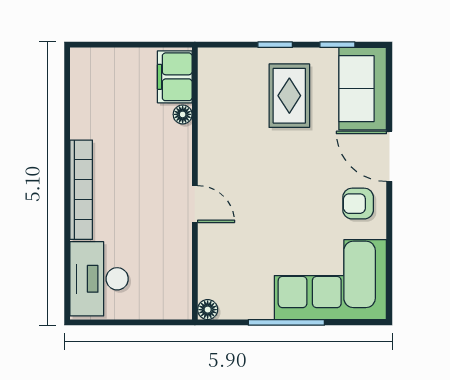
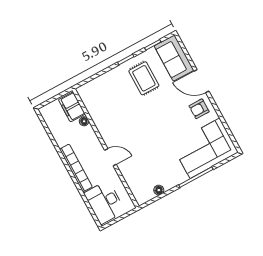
filing cabinet: (175, 77) -> (72, 107), moved
floor lamp: (183, 114) -> (84, 121), moved
wall: (195, 184) -> (106, 148), moved
door: (195, 204) -> (110, 157), moved

